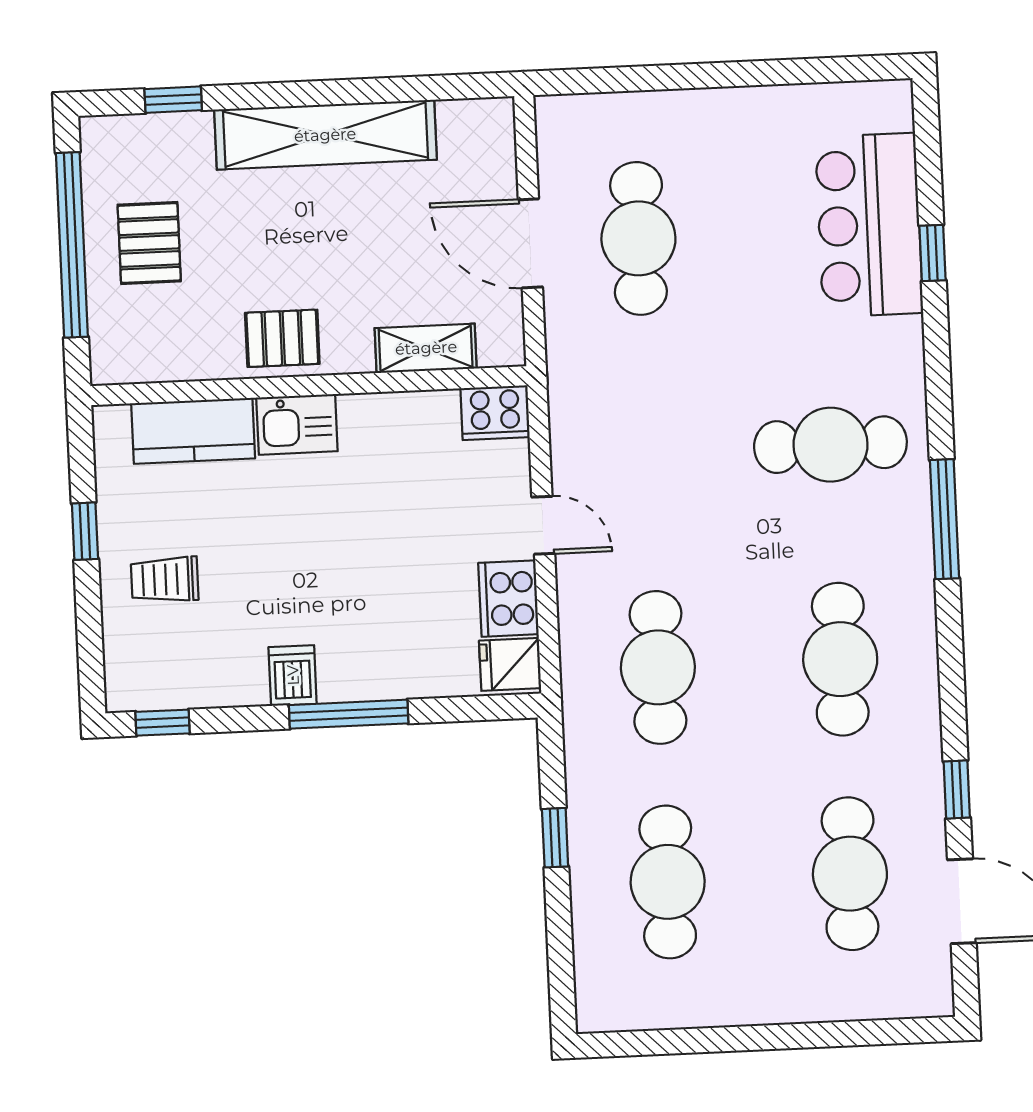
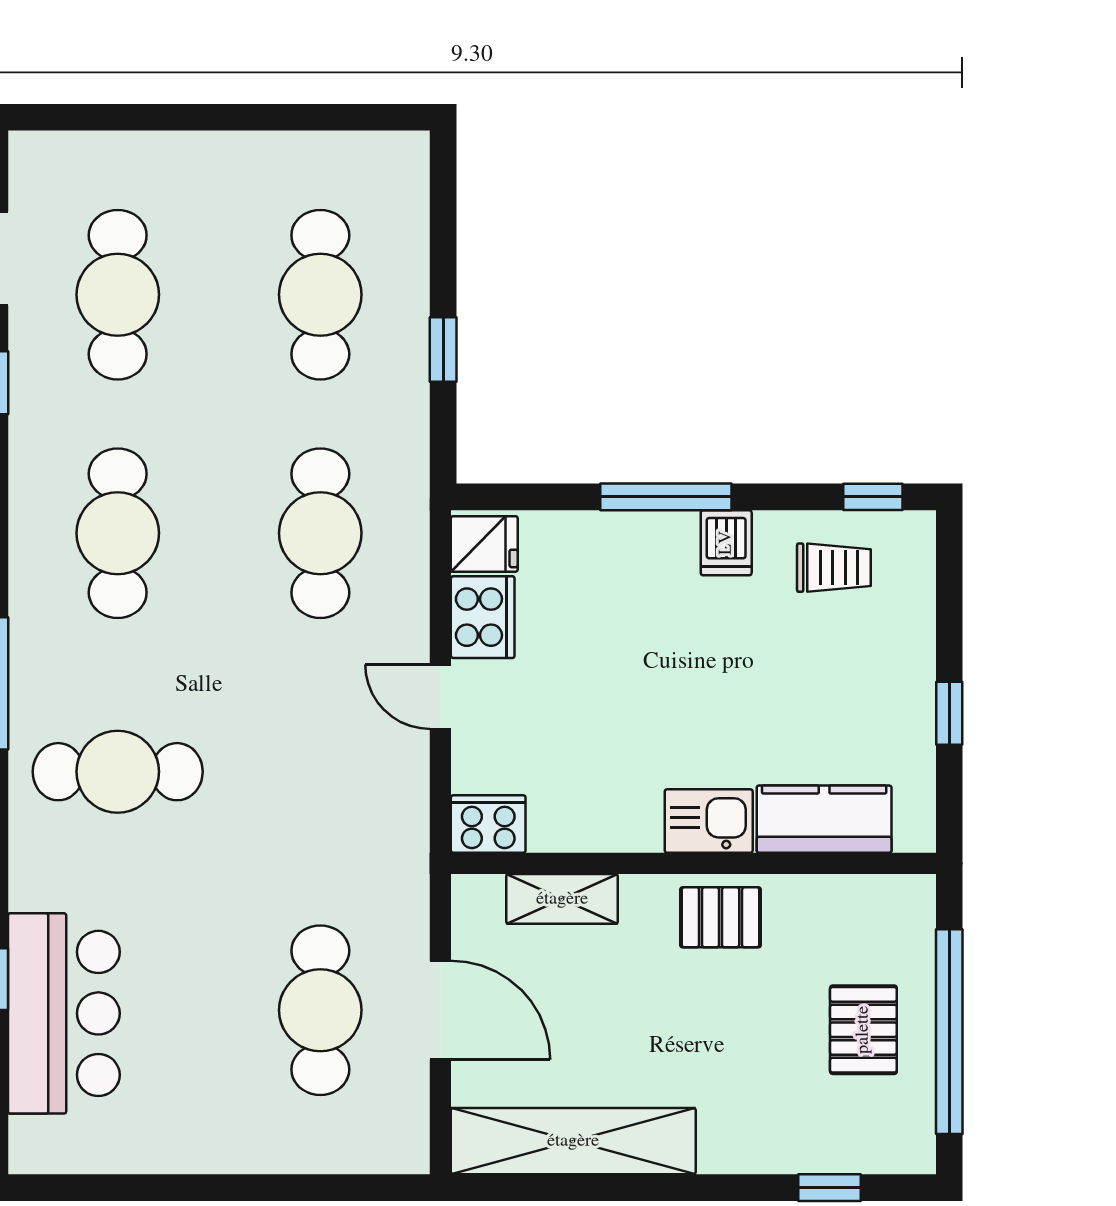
shelving: (325, 135) -> (573, 1141), moved
trolley: (165, 580) -> (834, 568), moved

